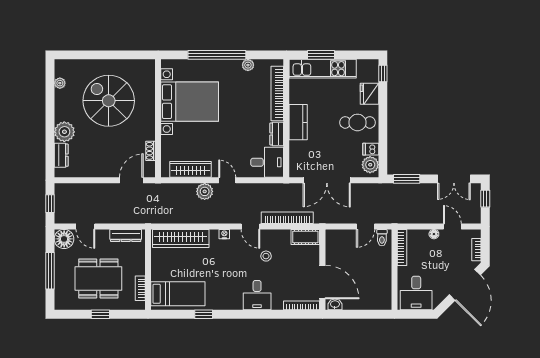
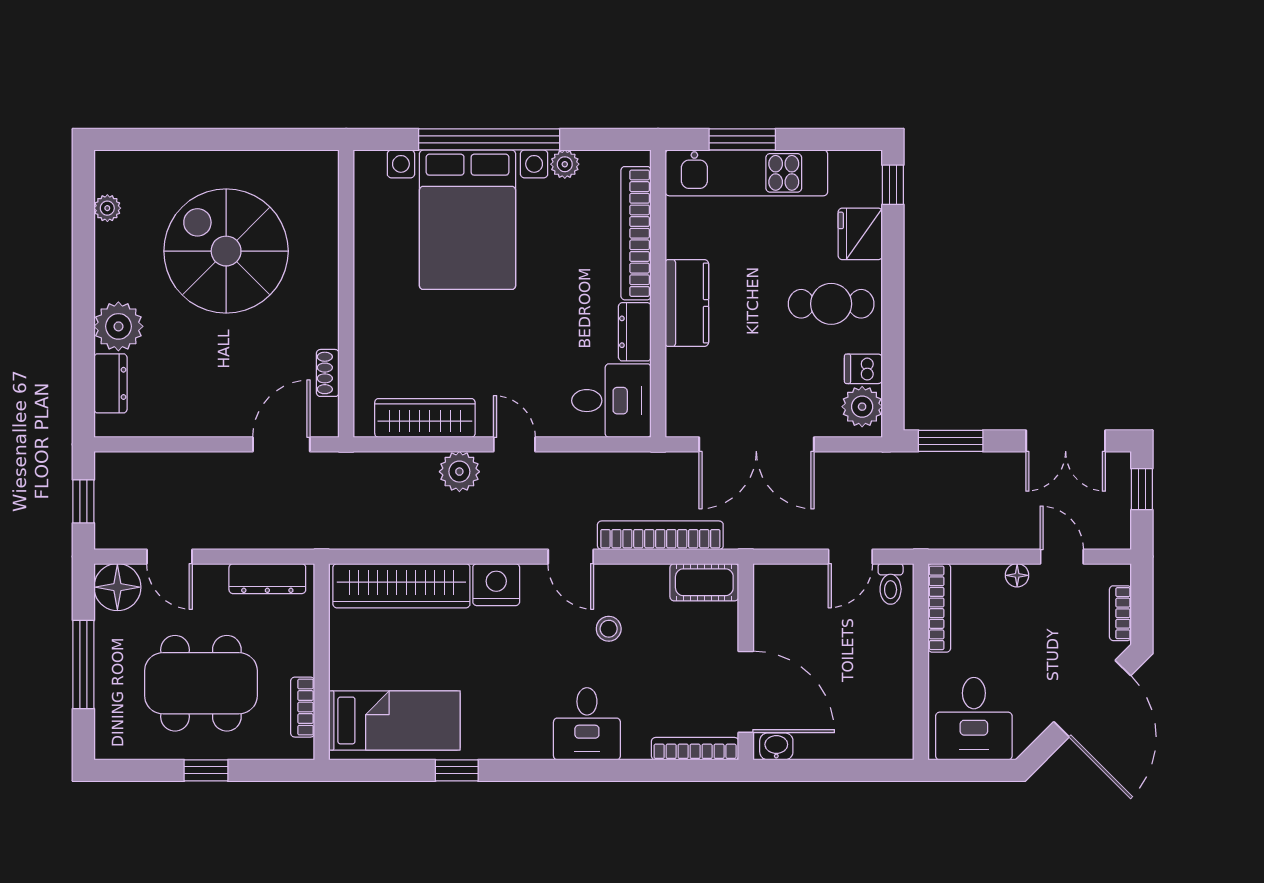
bed with nightstands: (190, 102) -> (468, 220), moved, turned 90
nightstand: (224, 234) -> (496, 585), width x1.89, depth x1.79

